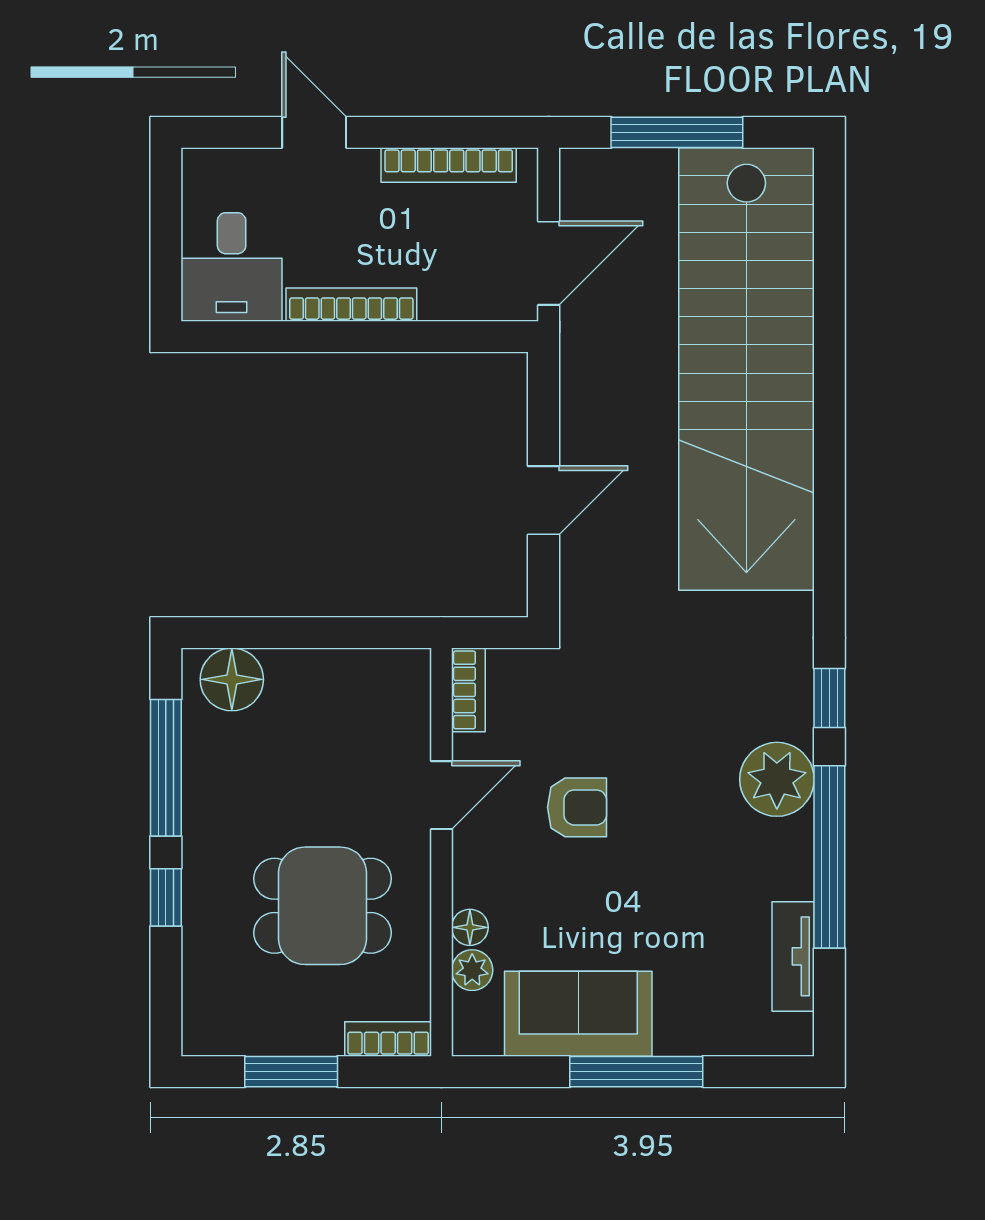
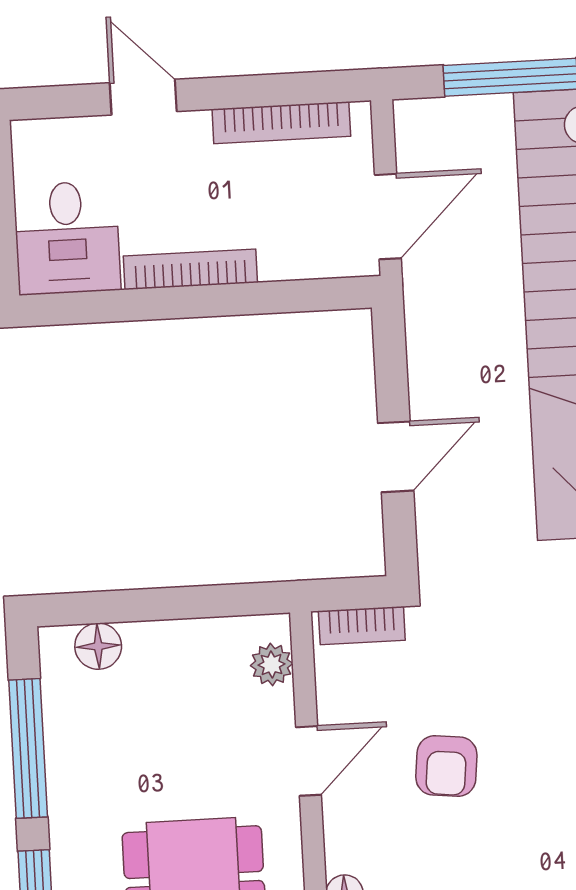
floor lamp: (232, 679) -> (98, 646), width x0.73, depth x0.73
bookcase: (468, 690) -> (362, 626), moved, turned 90
plant: (410, 698) -> (272, 664), added
armchair: (577, 807) -> (446, 766), turned 96

